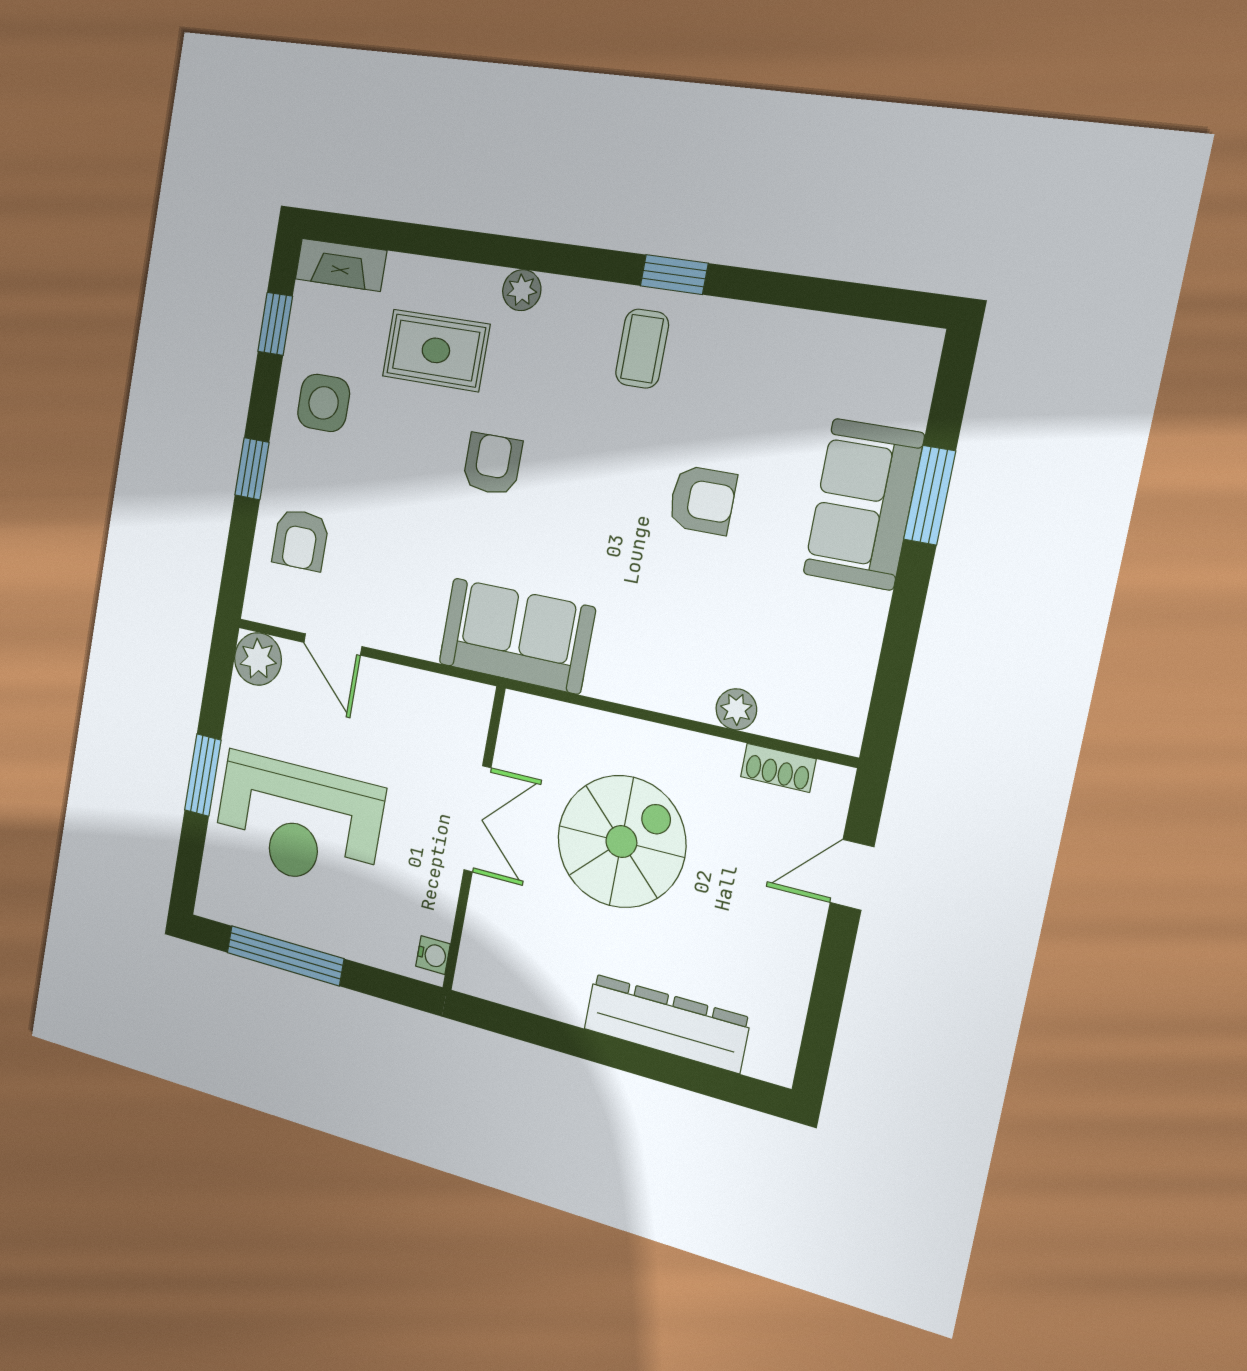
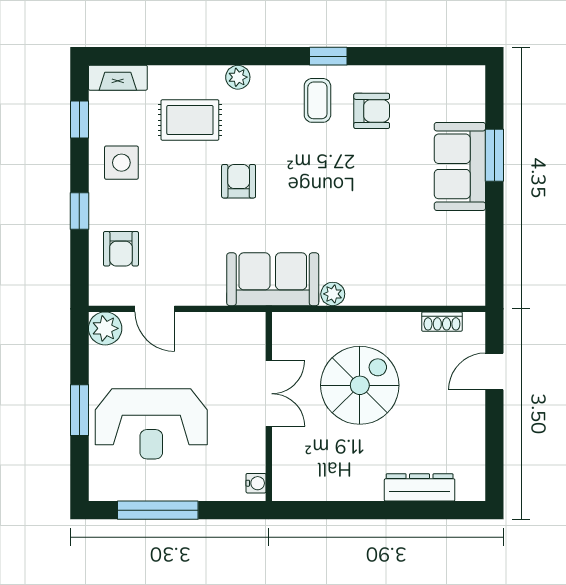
armchair: (702, 500) -> (372, 111), moved
plant: (736, 709) -> (333, 294), moved
dresser: (666, 1023) -> (420, 487), width x0.73, depth x0.80

